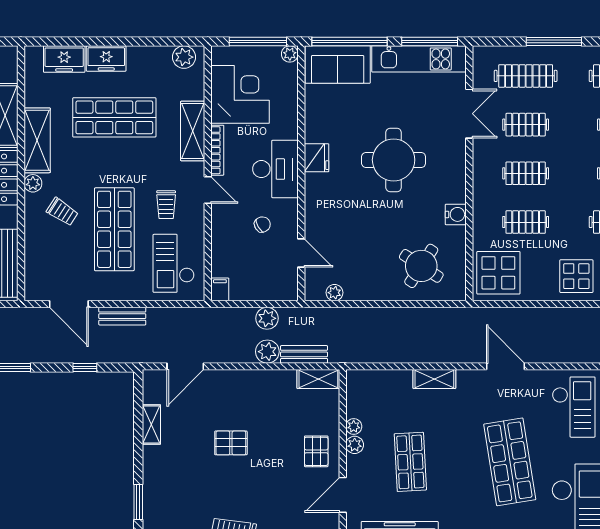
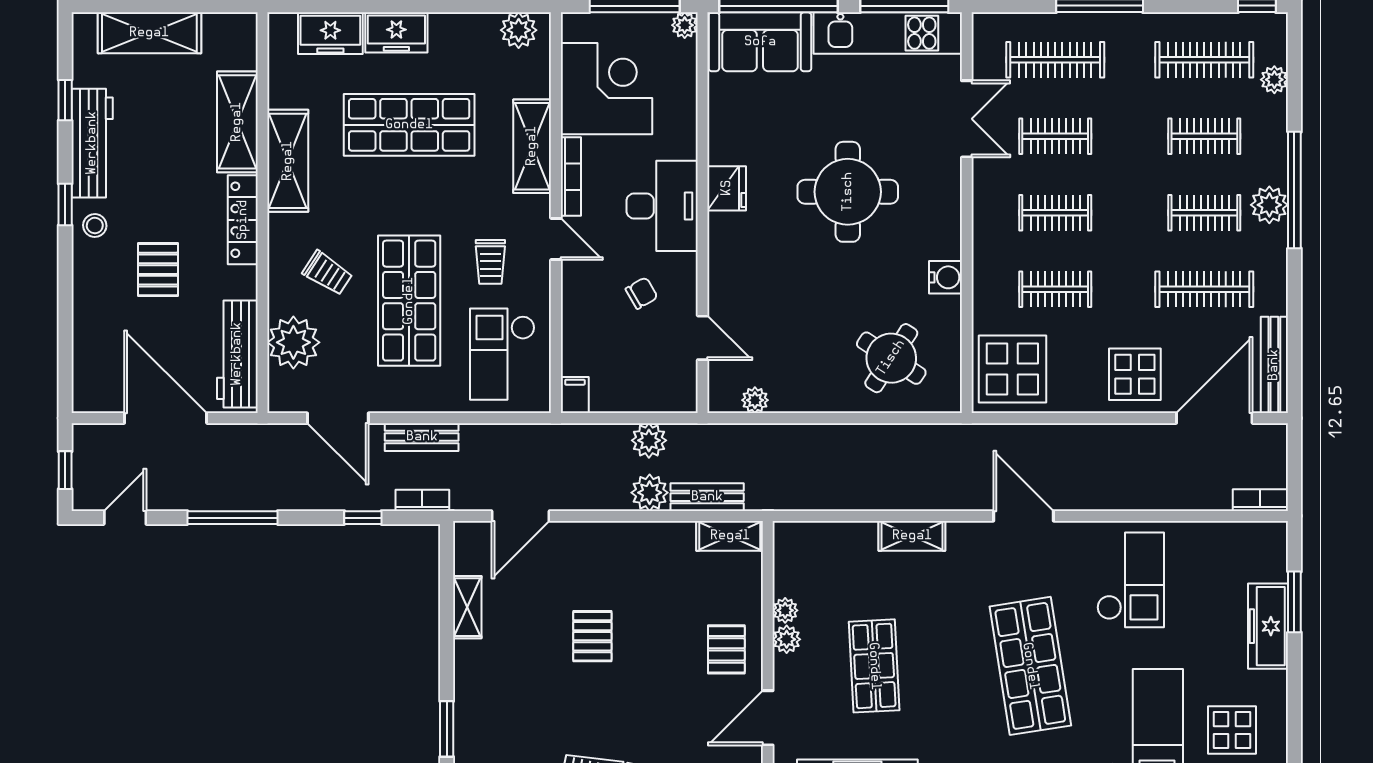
plant: (33, 183) -> (293, 342), moved, width x1.88, depth x1.88
bookcase: (123, 356) -> (422, 500), added
pallet: (231, 443) -> (592, 636), turned 90

